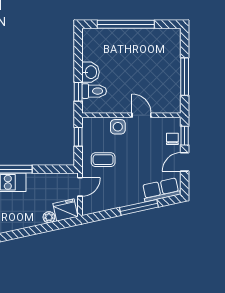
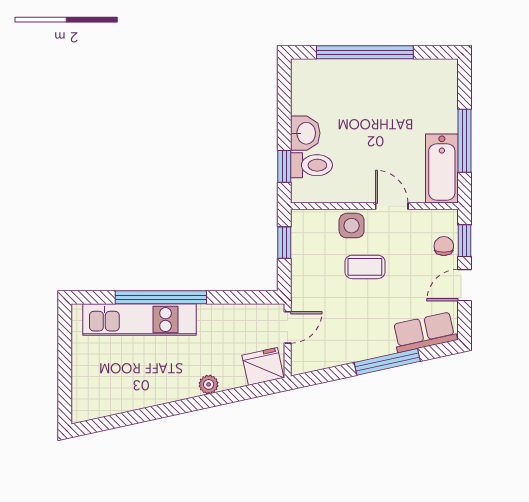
bathtub: (171, 93) -> (442, 169), added
coffee table: (103, 160) -> (365, 267), moved
plant: (49, 217) -> (209, 384), moved

